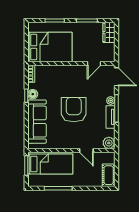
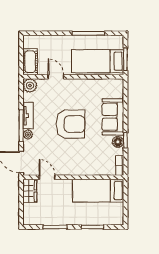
wardrobe: (109, 32) -> (30, 191), moved
bed: (50, 47) -> (98, 191), width x0.67
door: (94, 64) -> (47, 177), hinge flipped
armchair: (74, 110) -> (71, 124), turned -90
sofa: (37, 122) -> (113, 117), width x0.73
cot: (109, 175) -> (30, 62), moved

